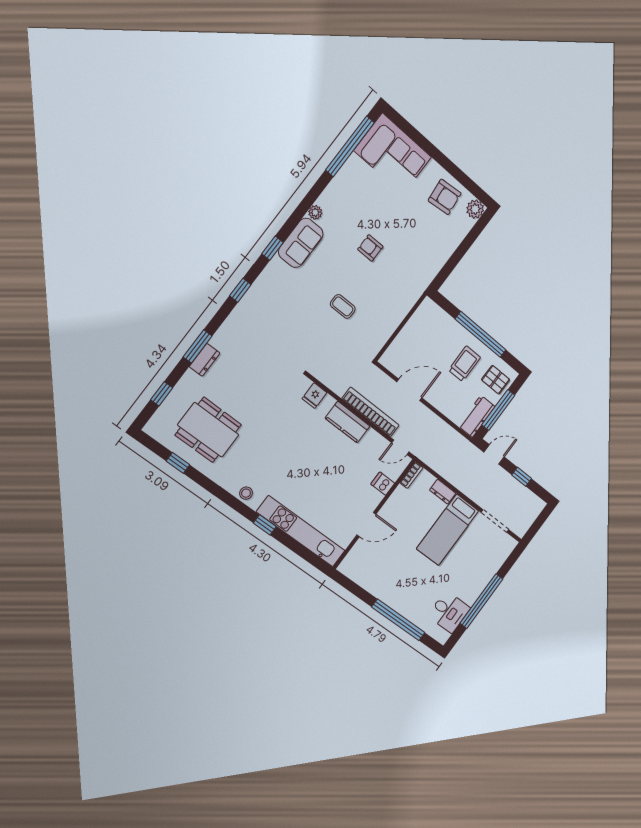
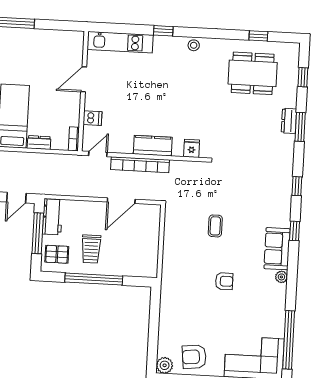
coffee table: (343, 306) -> (215, 226), turned 90
kitchen unit: (301, 531) -> (120, 42), width x0.73

